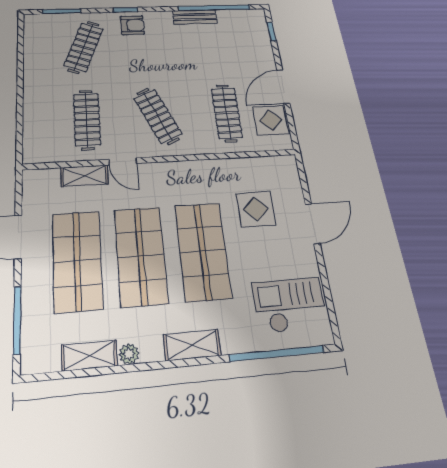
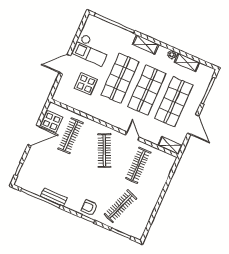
shelving: (84, 176) -> (170, 145), moved
checkout: (290, 305) -> (91, 50), moved

